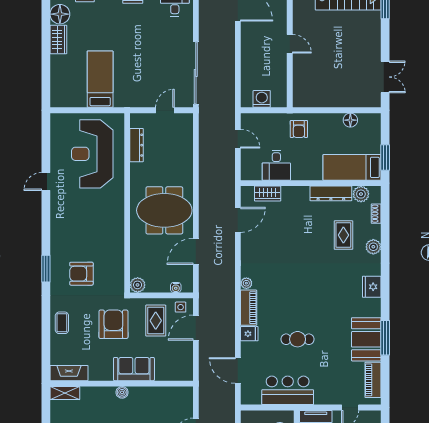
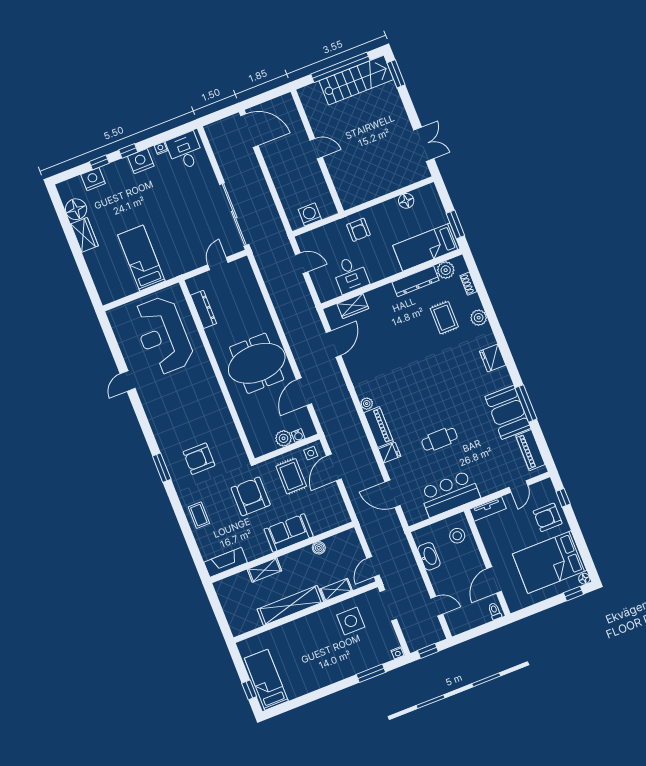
plant: (138, 285) -> (284, 438), moved
boiler: (122, 392) -> (319, 548), moved
shelving: (65, 393) -> (264, 570), moved

